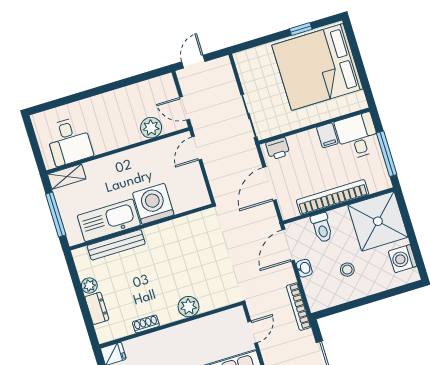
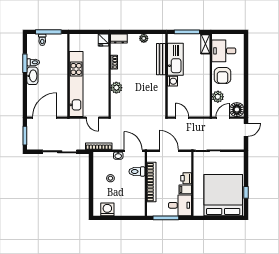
door: (193, 62) -> (246, 130), hinge flipped
floor lamp: (163, 88) -> (237, 110), added
armchair: (112, 131) -> (223, 75), added
door: (197, 148) -> (182, 118), moved
printer: (278, 149) -> (186, 178), moved
washing machine: (153, 204) -> (172, 81), width x0.53, depth x0.53
shower: (378, 221) -> (131, 202), removed
dresser: (97, 308) -> (119, 39), moved

